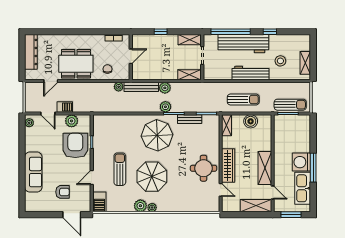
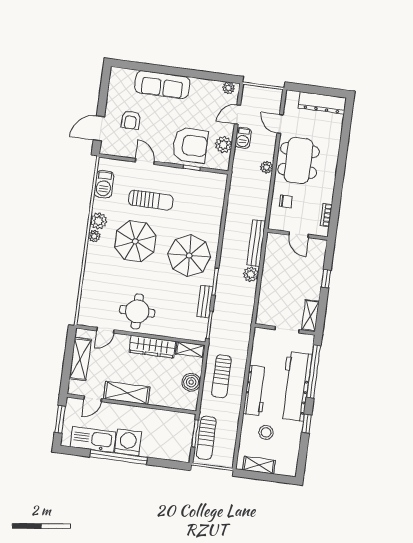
shelving: (189, 75) -> (264, 309), removed
plant: (119, 87) -> (267, 167), moved
plant: (165, 107) -> (226, 272), removed
wardrobe: (228, 165) -> (152, 347), moved
window: (313, 168) -> (119, 457), width x1.46
barbecue: (99, 202) -> (104, 184), moved, turned -90
shelving: (256, 206) -> (80, 359), moved

